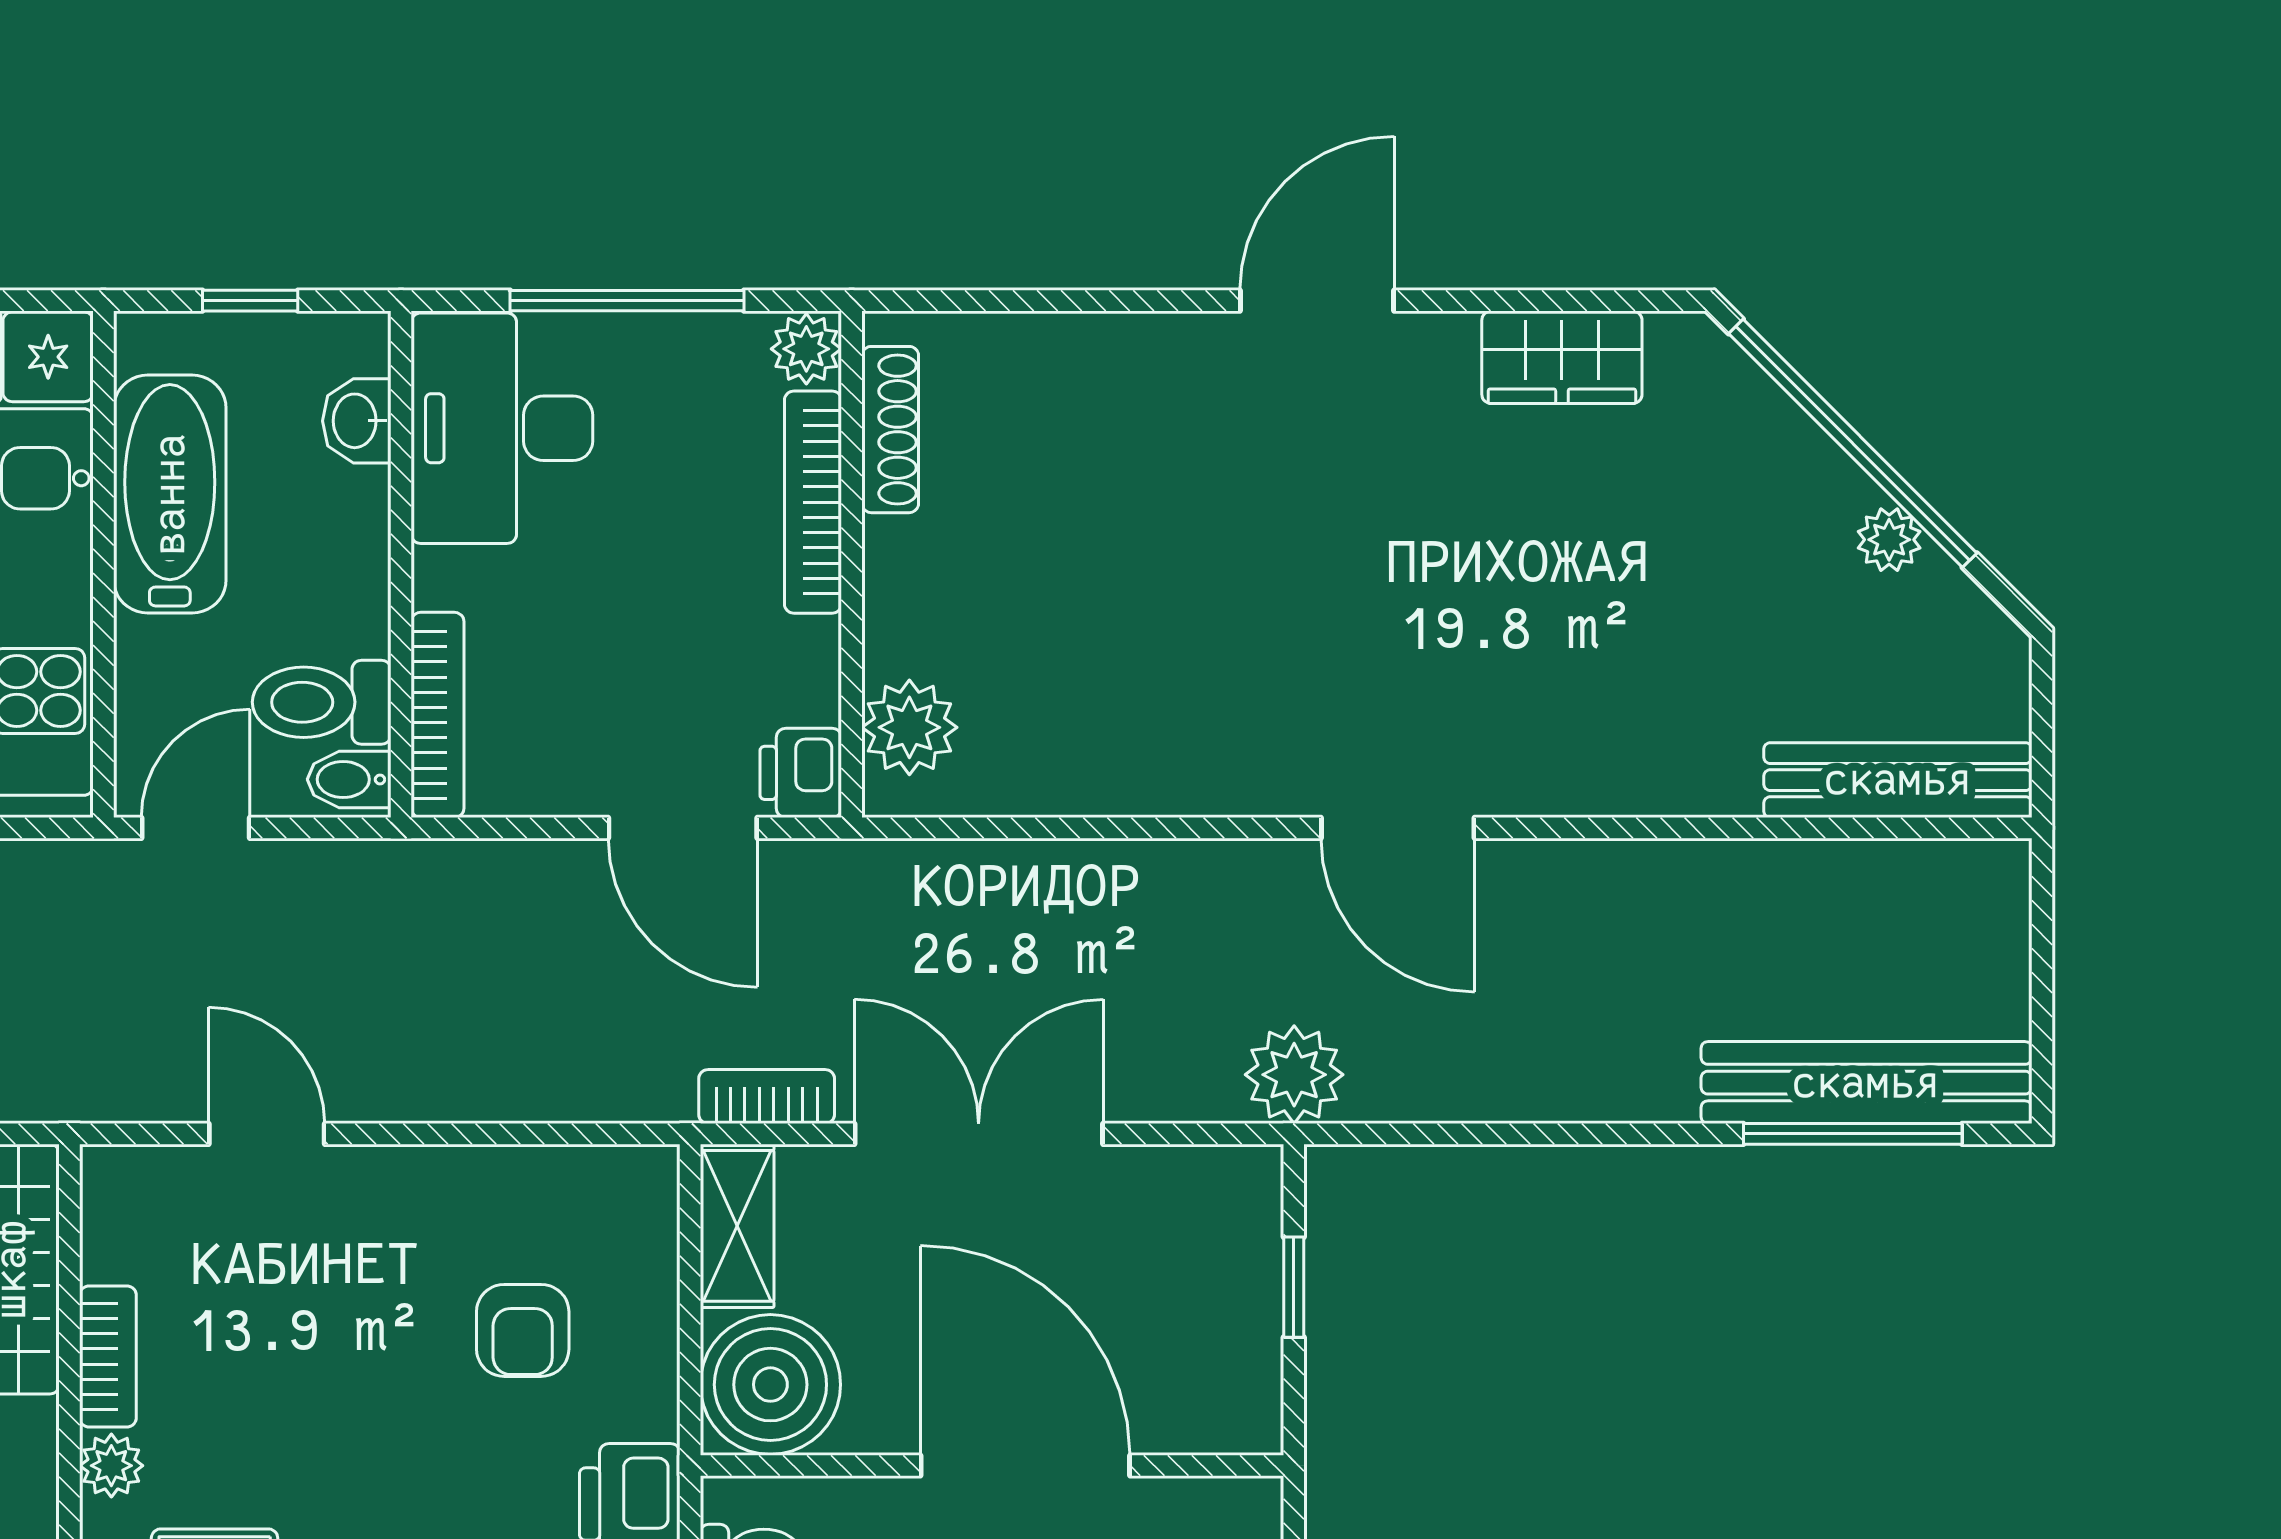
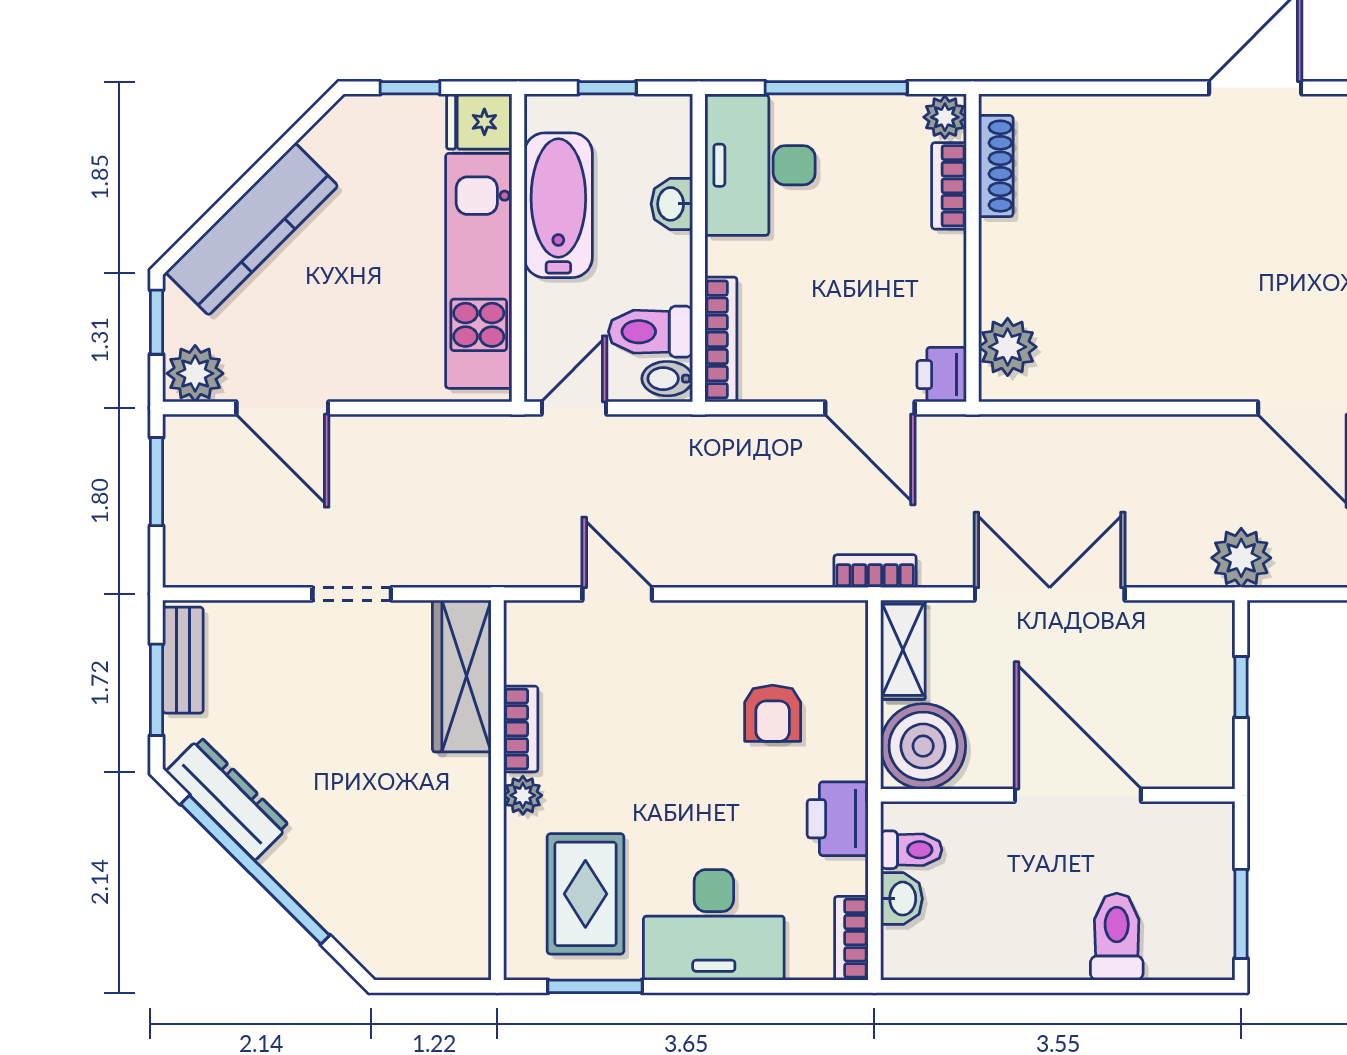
washbasin: (357, 421) -> (672, 204), moved
bookcase: (813, 502) -> (949, 186), width x0.64
bookcase: (767, 1097) -> (875, 571), moved

